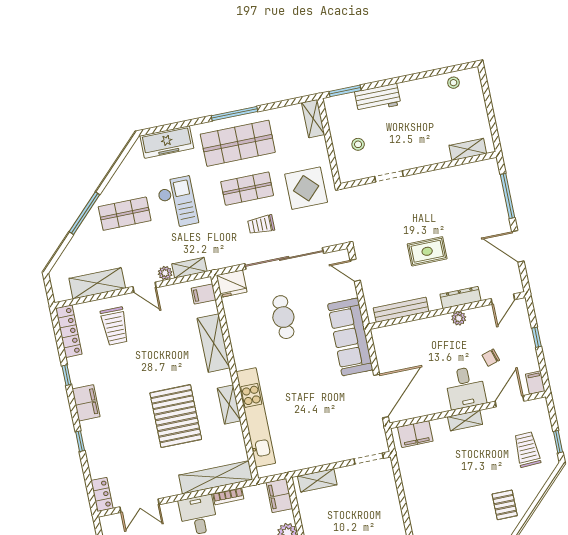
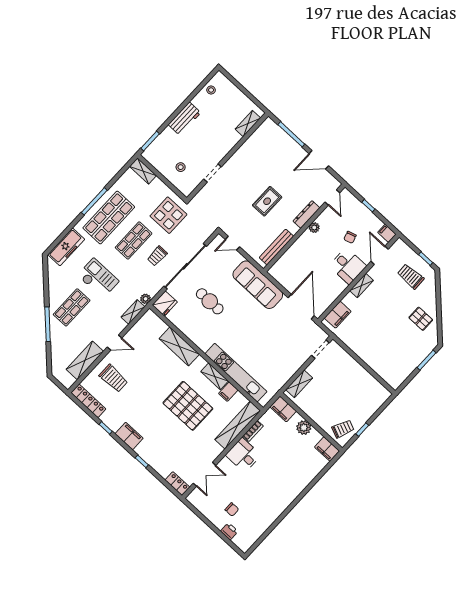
workbench: (378, 98) -> (184, 119), moved
plant: (165, 273) -> (146, 299), moved
filing cabinet: (204, 294) -> (228, 392), moved

